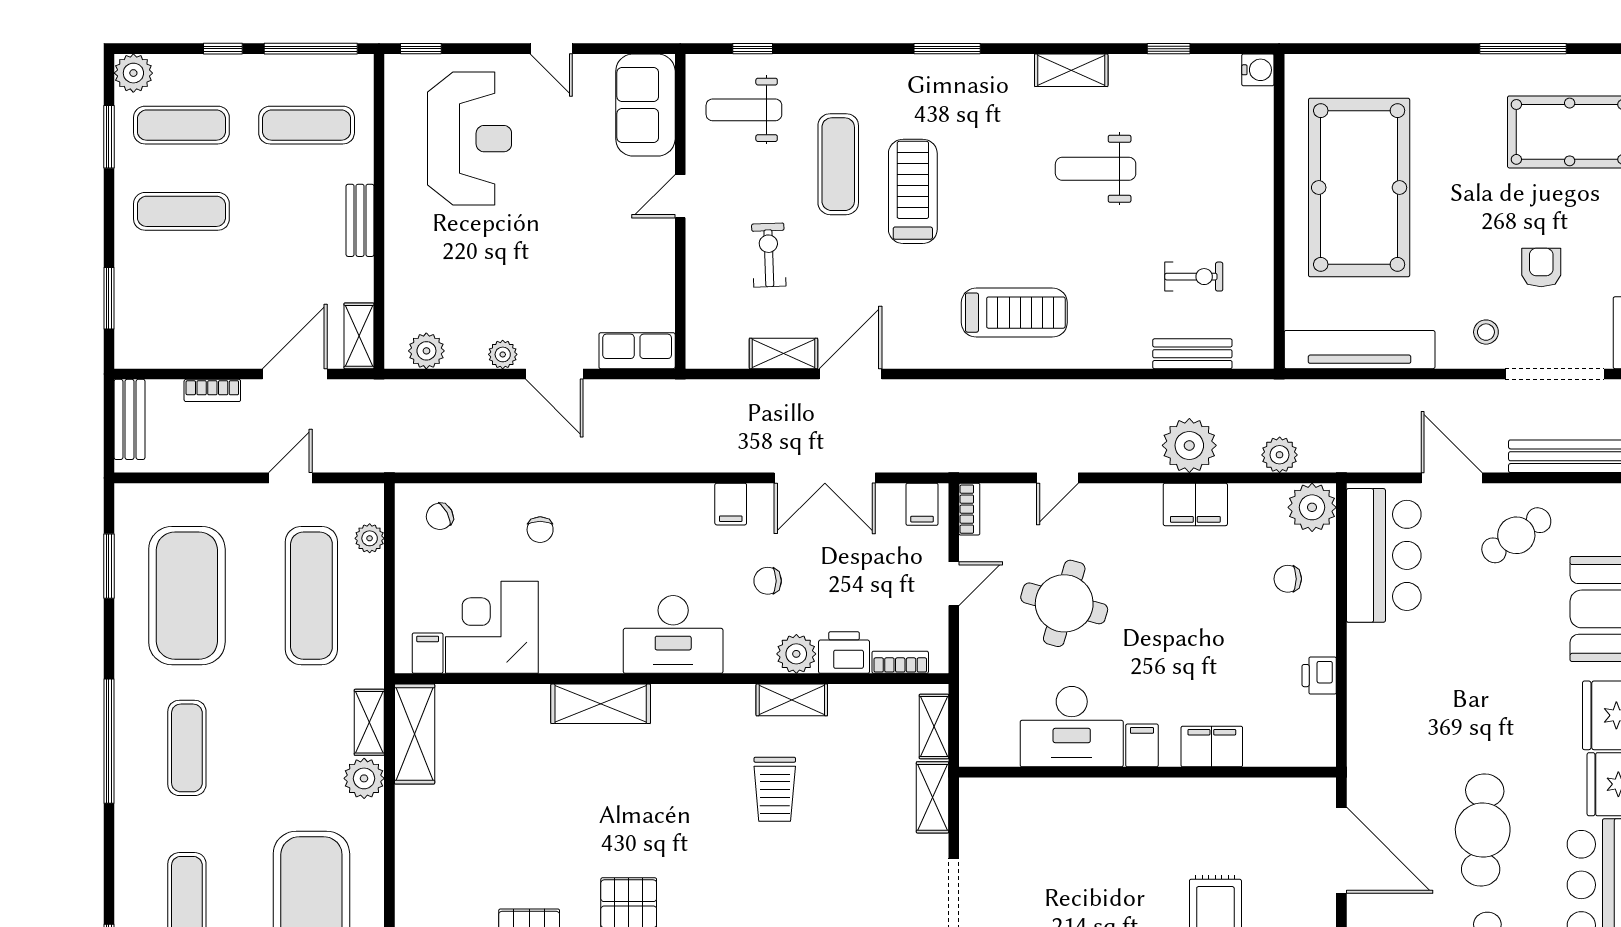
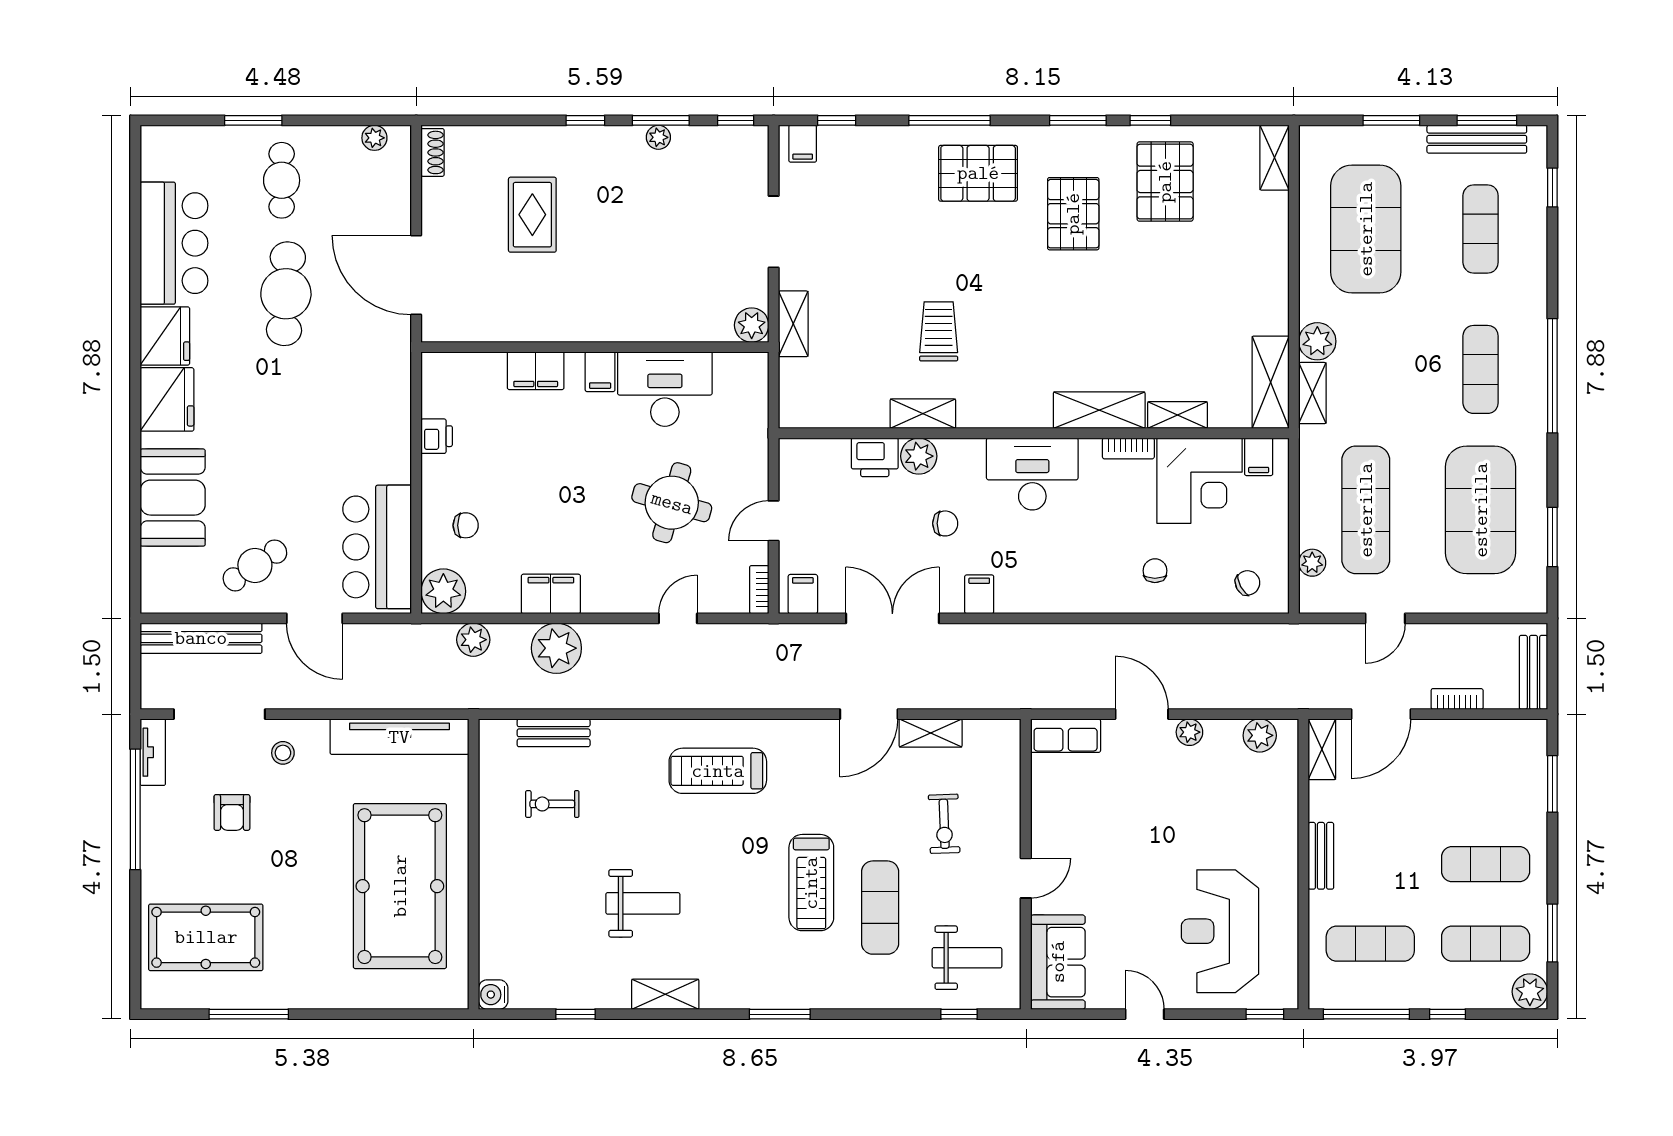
bookcase: (900, 662) -> (1128, 448), moved
shelving: (934, 726) -> (1177, 415), moved, turned 90
plant: (978, 796) -> (752, 325), added

